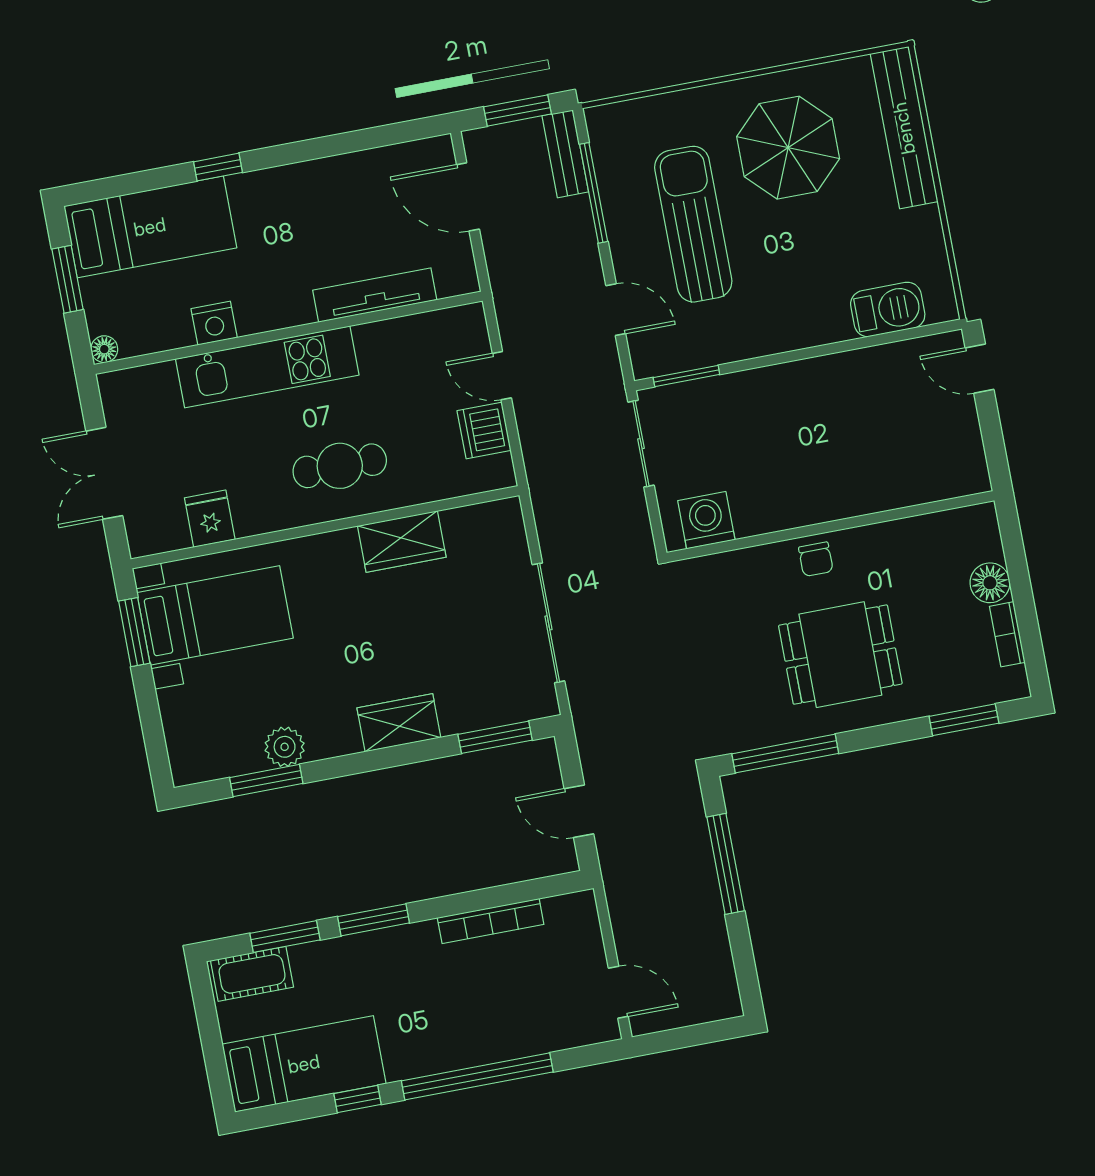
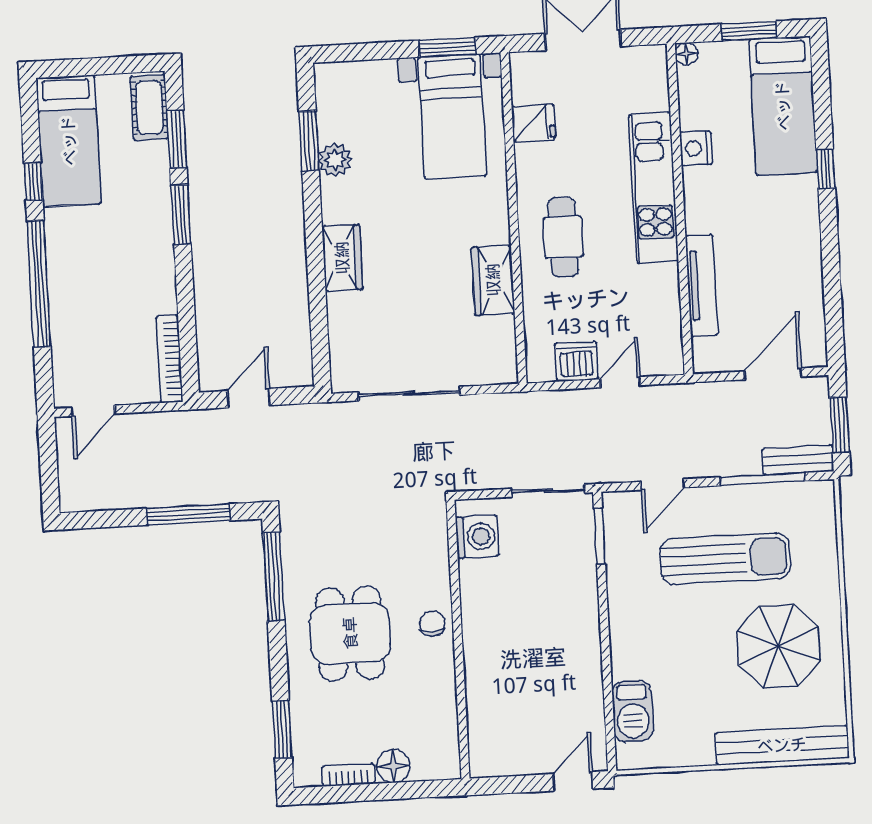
chair: (816, 559) -> (432, 624), turned 90
window: (495, 737) -> (320, 336), removed
bookcase: (491, 921) -> (169, 359), moved

